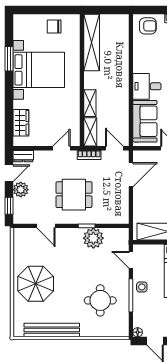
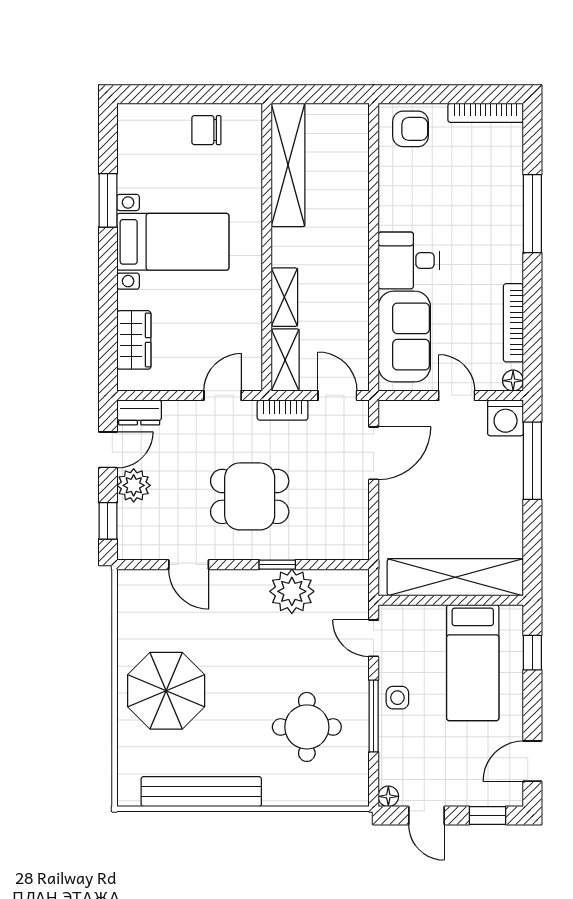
bed with nightstands: (39, 70) -> (173, 242), width x0.73

